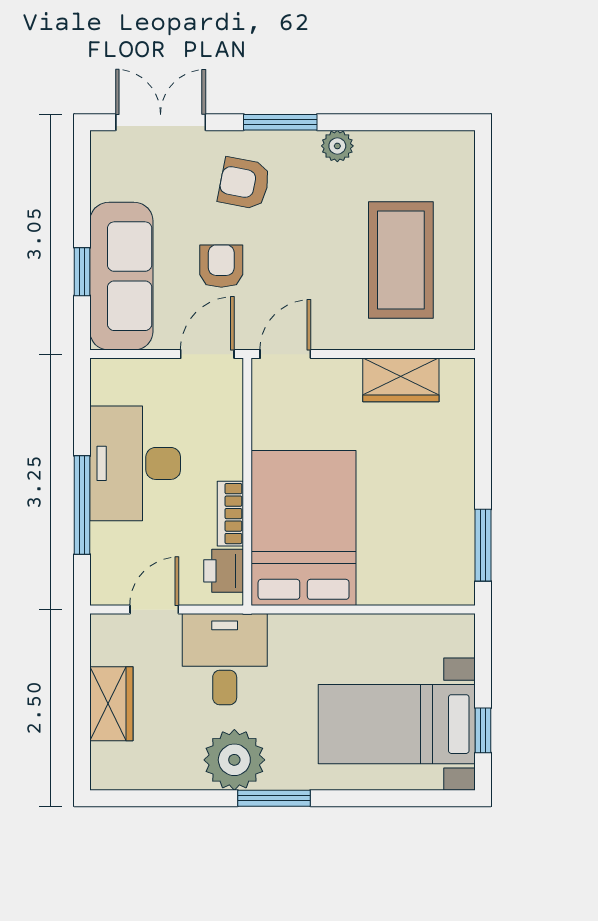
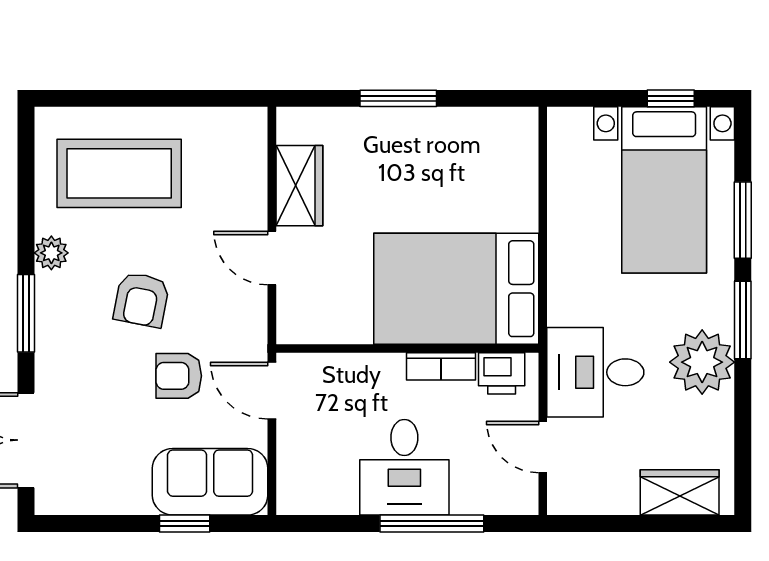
armchair: (244, 183) -> (141, 300), moved
coffee table: (401, 260) -> (119, 173), moved
sofa: (121, 276) -> (210, 482), width x0.73
door: (285, 354) -> (272, 258), moved
desk: (135, 463) -> (404, 467), width x0.73
window: (483, 545) -> (398, 98), moved
wardrobe: (111, 704) -> (680, 492), moved
window: (368, 798) -> (743, 220), added

